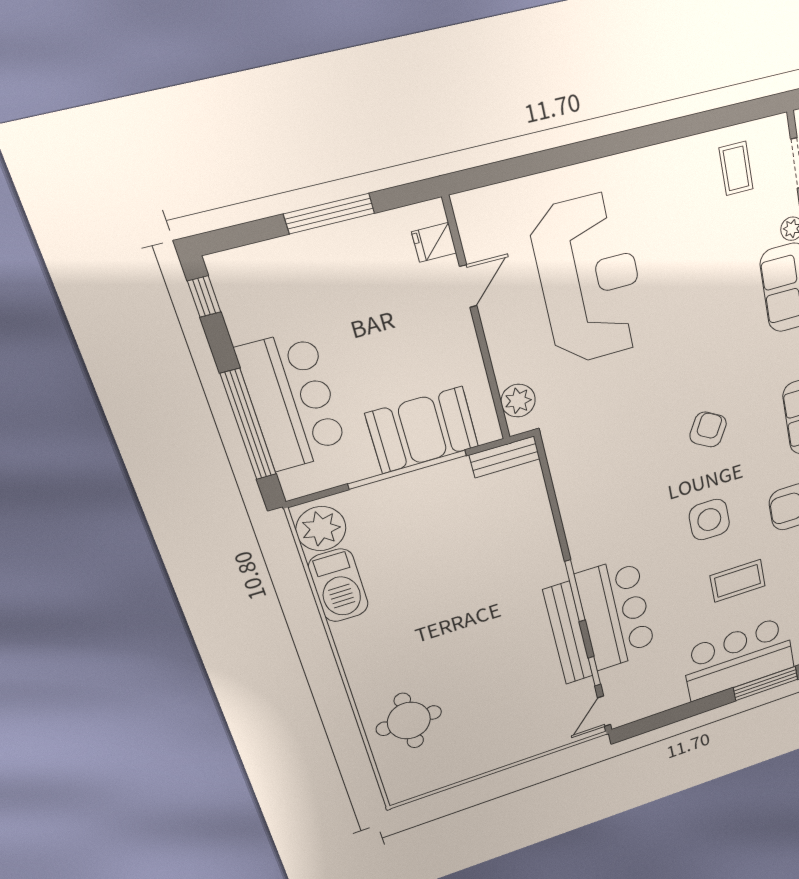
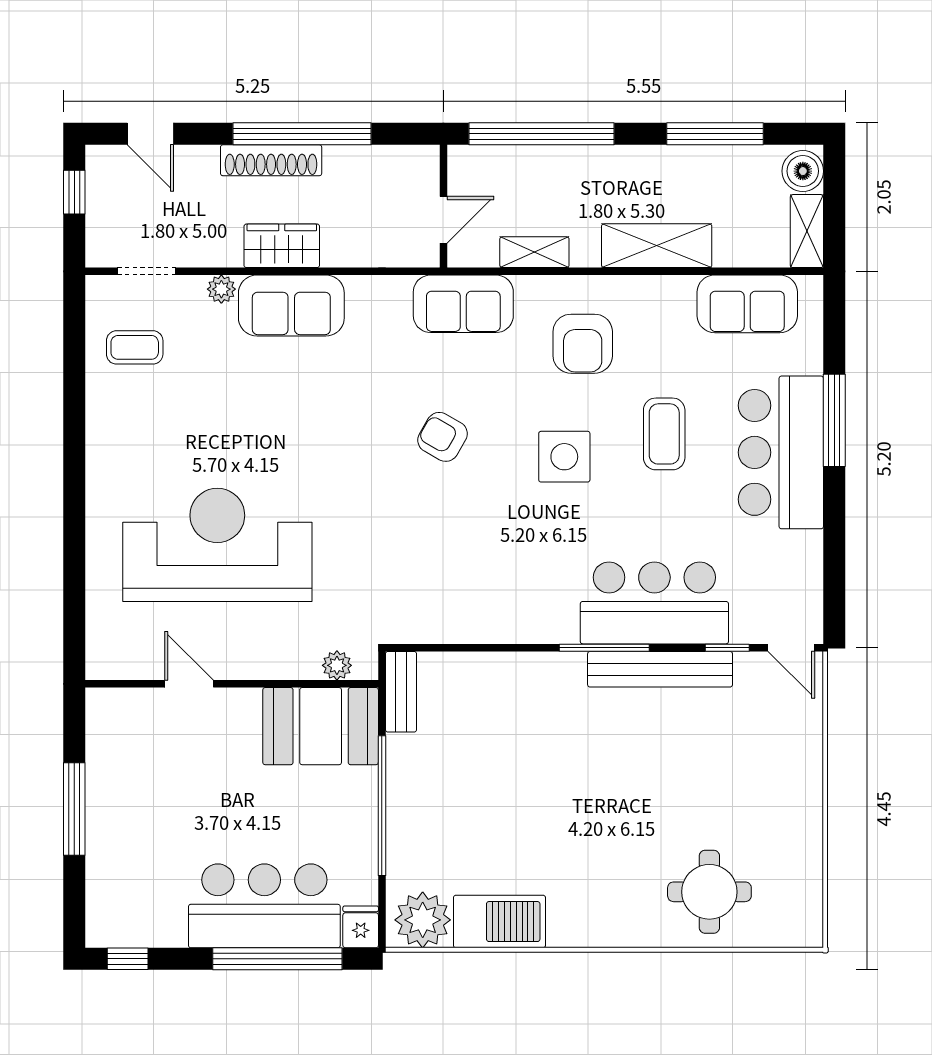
fridge: (434, 242) -> (361, 927), moved, turned 180
plant: (518, 401) -> (337, 665), width x0.73, depth x0.73
booth: (422, 430) -> (321, 726), moved, turned 90

